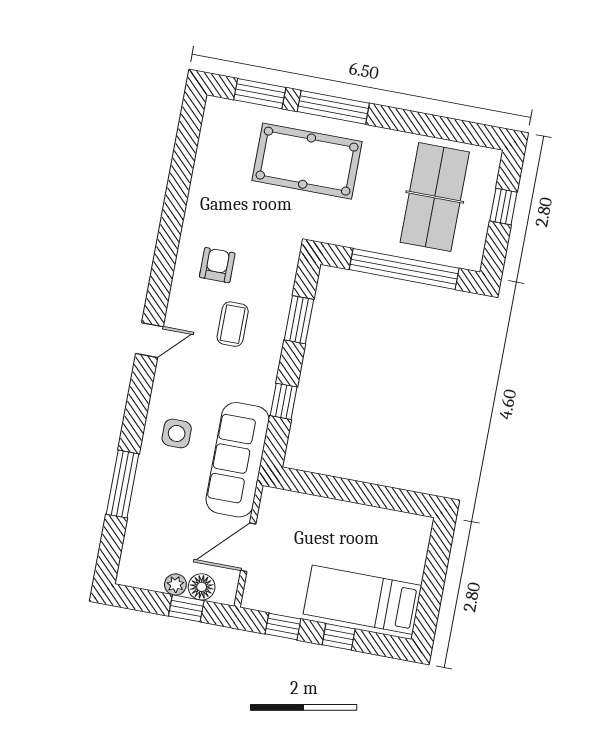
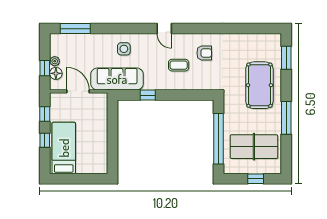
window: (333, 107) -> (286, 118), moved
window: (299, 320) -> (186, 95), removed
window: (123, 484) -> (75, 29), moved

